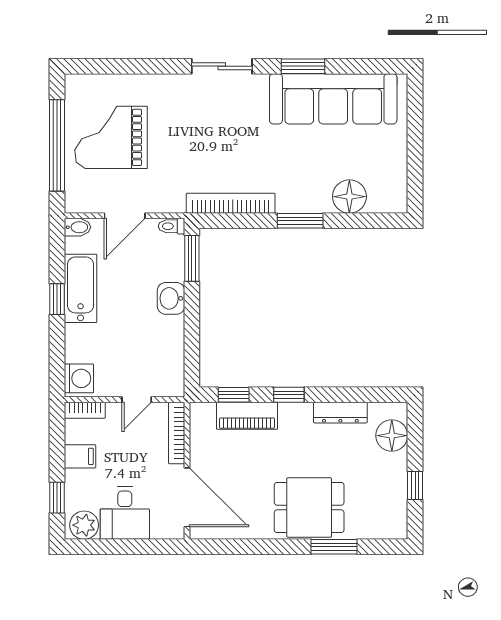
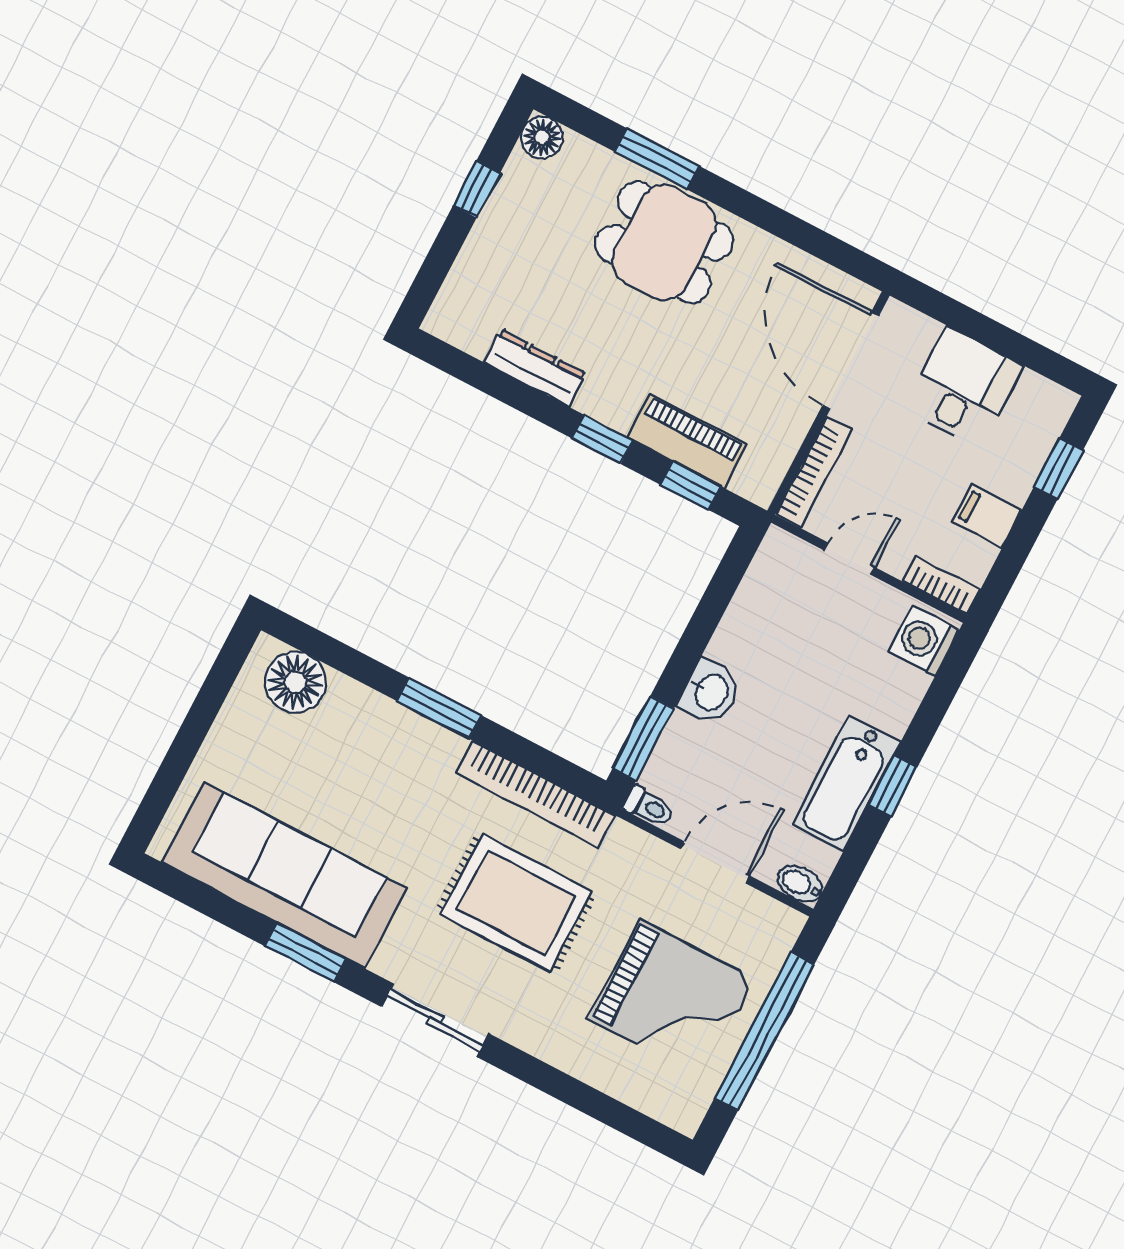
rug: (212, 145) -> (516, 903), added
floor lamp: (349, 197) -> (295, 682), moved
floor lamp: (392, 436) -> (542, 137), moved, width x0.73, depth x0.73
plant: (84, 525) -> (1038, 402), removed

